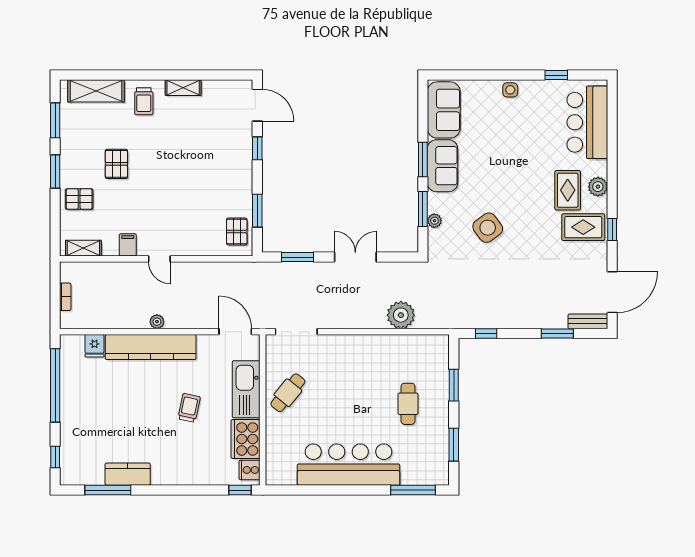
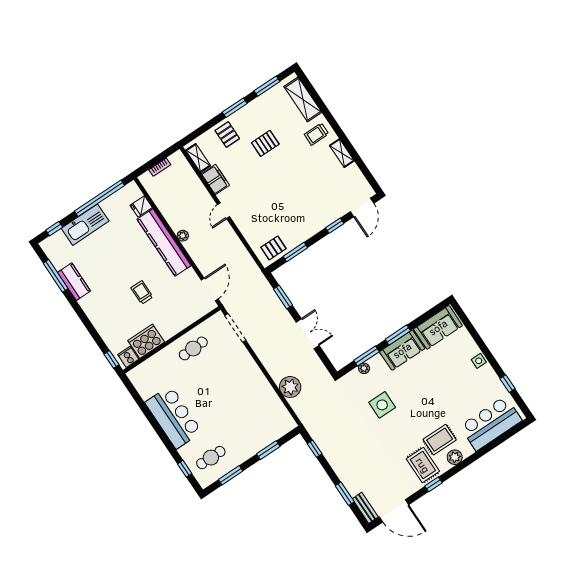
side table: (488, 228) -> (382, 405), turned 36
filing cabinet: (128, 245) -> (215, 179), width x2.00
kitchen sink: (246, 389) -> (85, 225), moved, turned 180
cafe table: (288, 393) -> (193, 348), turned -41
cafe table: (408, 404) -> (211, 458), moved
trolley: (189, 408) -> (142, 292), turned -102
bar counter: (348, 465) -> (173, 417), width x0.73
window: (413, 490) -> (185, 469), width x0.46

